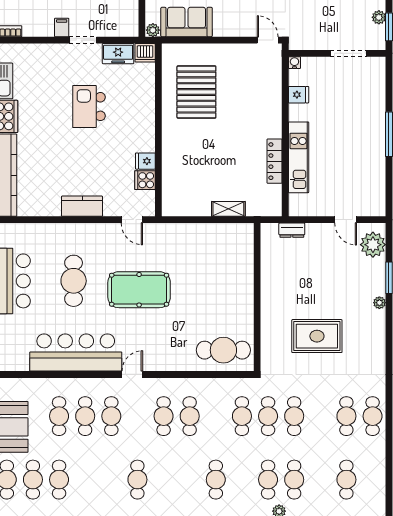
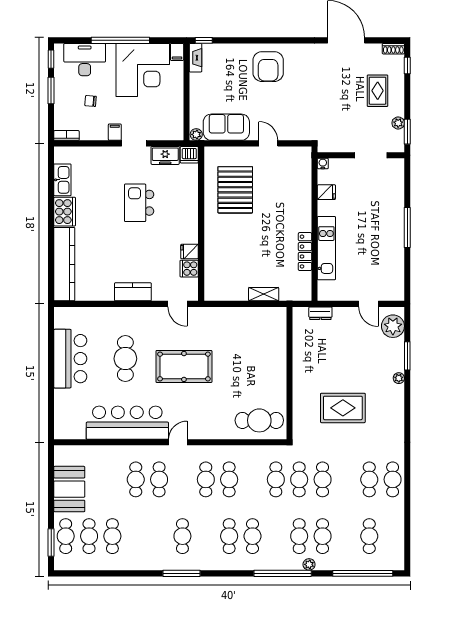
door: (268, 40) -> (268, 143), moved
cafe table: (59, 416) -> (229, 536), moved

